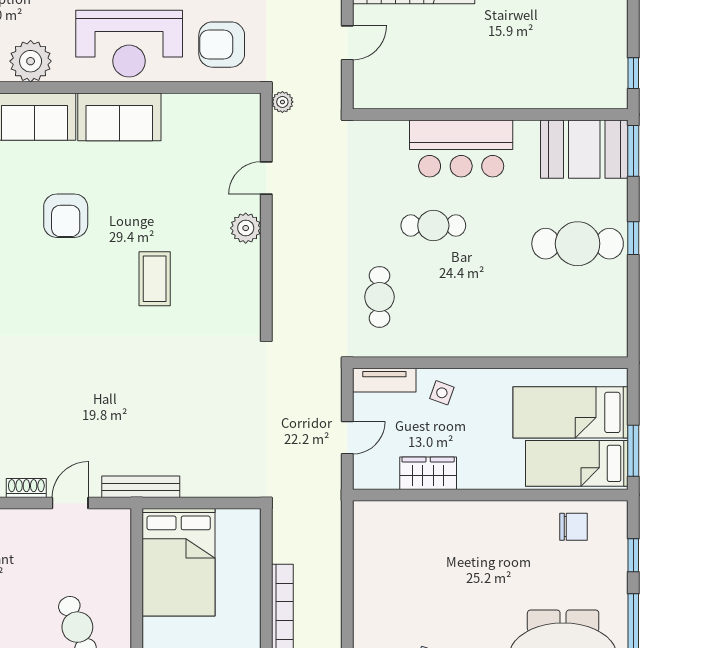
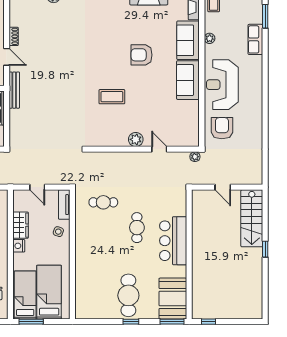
plant: (31, 61) -> (210, 38), width x0.53, depth x0.53
nightstand: (472, 477) -> (19, 246), added

